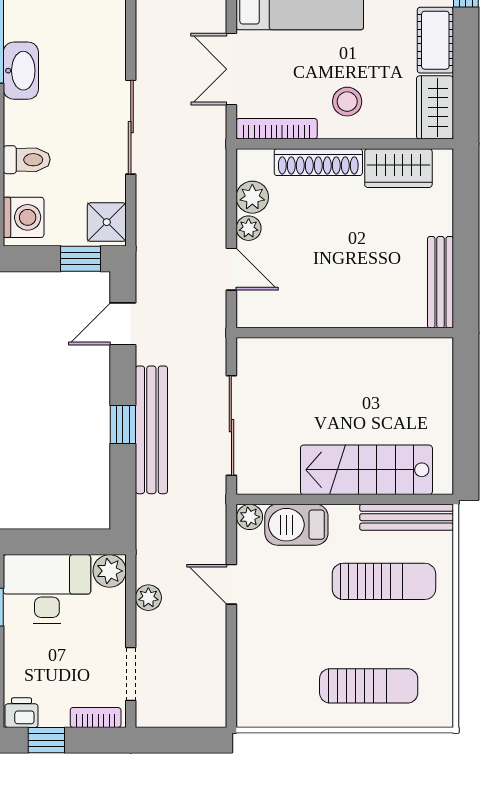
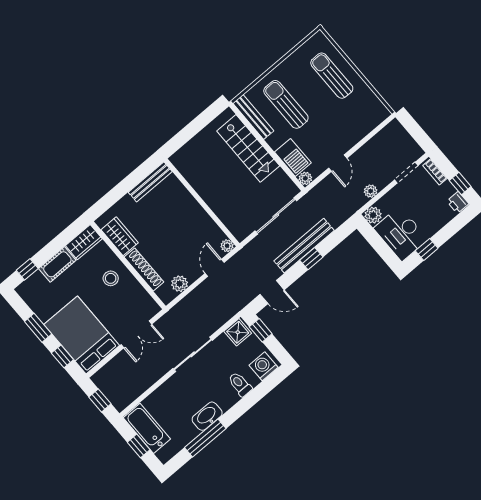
bookcase: (277, 129) -> (145, 297), removed
plant: (249, 228) -> (227, 246), moved

